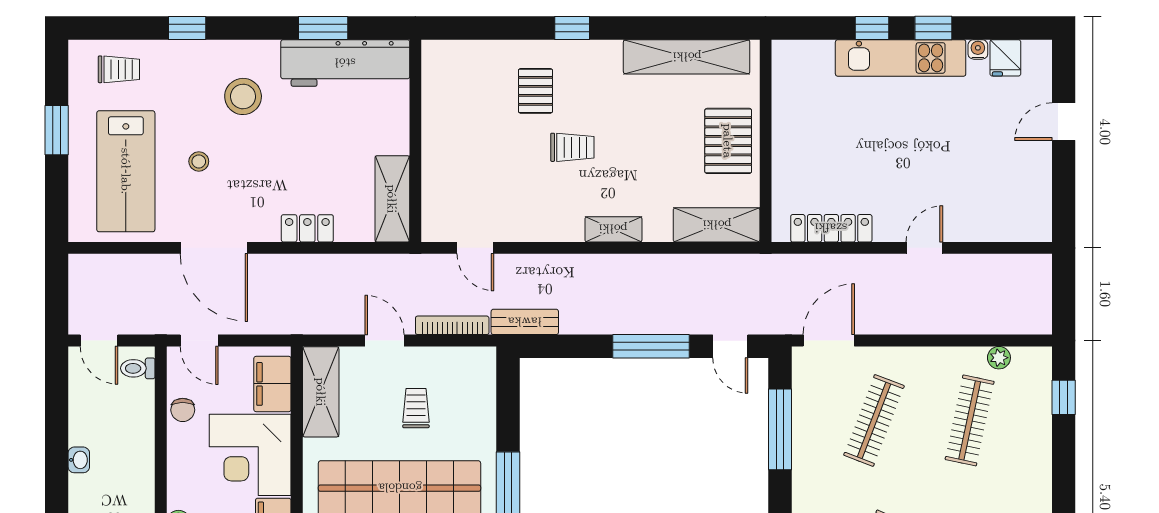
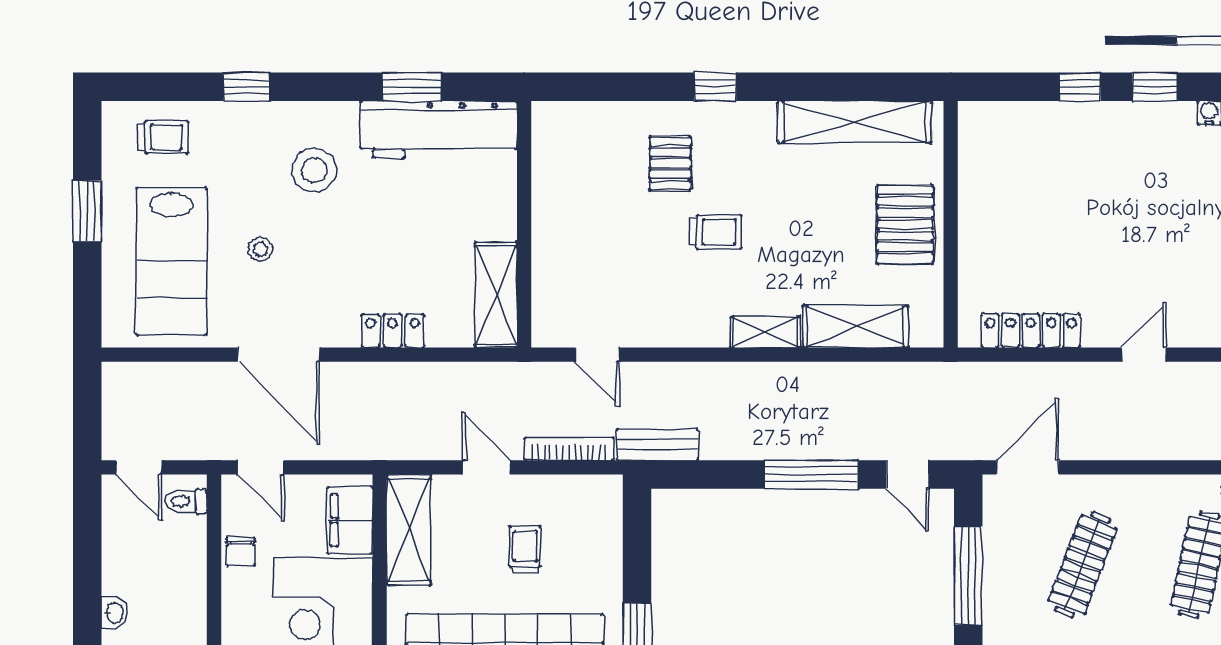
kitchen unit: (901, 58) -> (1115, 123), removed
shelving: (717, 225) -> (855, 326), moved

